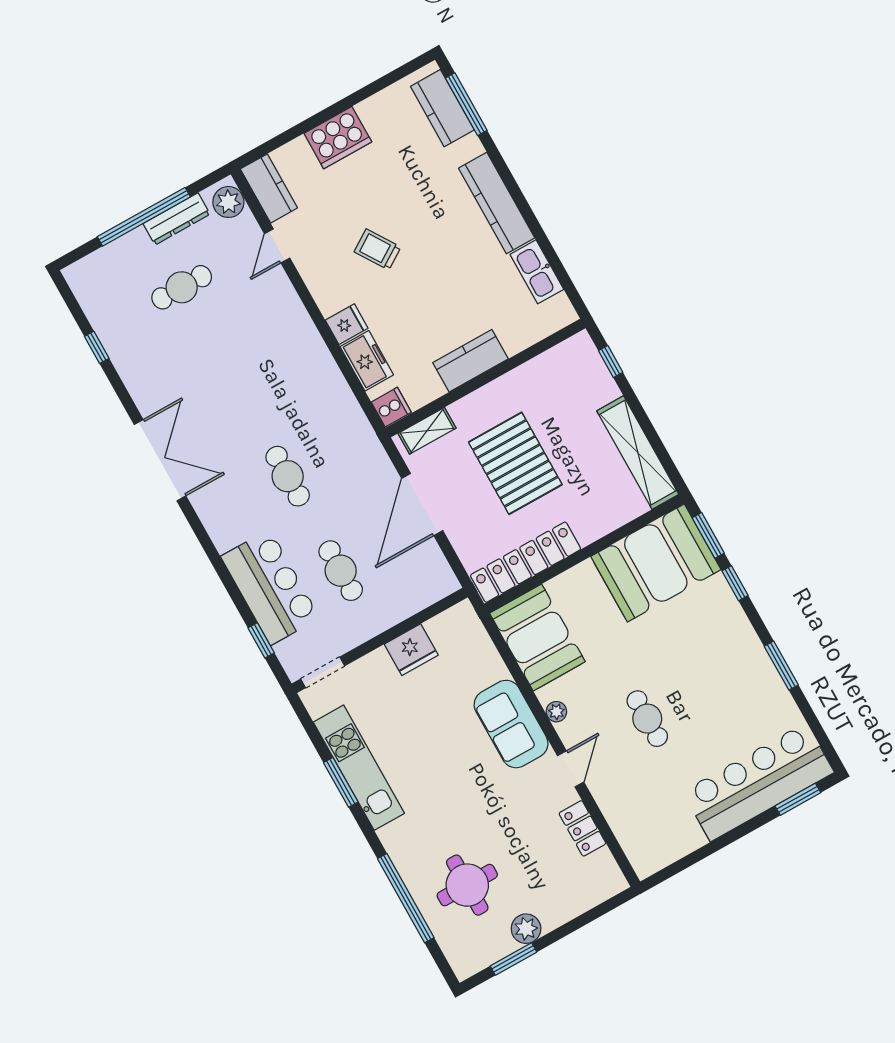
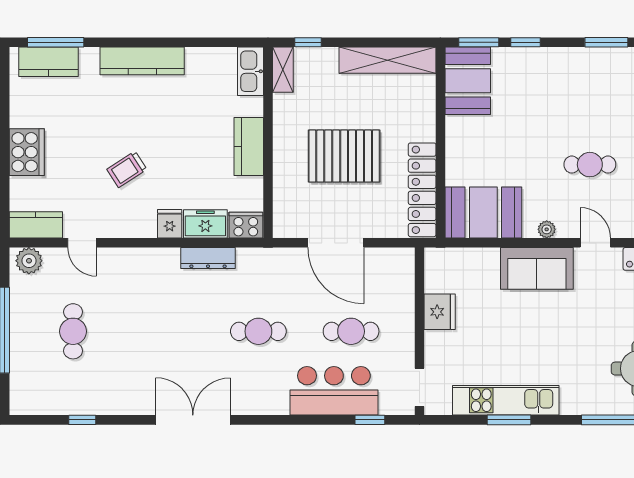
dresser: (177, 219) -> (208, 258), moved, turned 90
kitchen sink: (537, 272) -> (251, 71), moved, turned 90
cooker: (391, 407) -> (246, 225), width x1.36
shelving: (427, 431) -> (283, 70), moved
booth: (656, 563) -> (468, 81), width x0.73, depth x0.70

